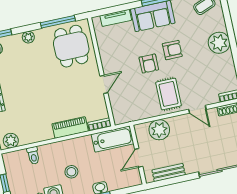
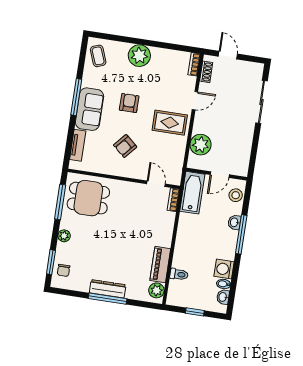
armchair: (149, 64) -> (125, 146), moved, turned 131
door: (104, 84) -> (156, 184), moved
piano: (70, 128) -> (160, 265), moved
door: (139, 158) -> (220, 175), hinge flipped
stool: (71, 172) -> (236, 195), moved
bench: (169, 172) -> (245, 151), removed

